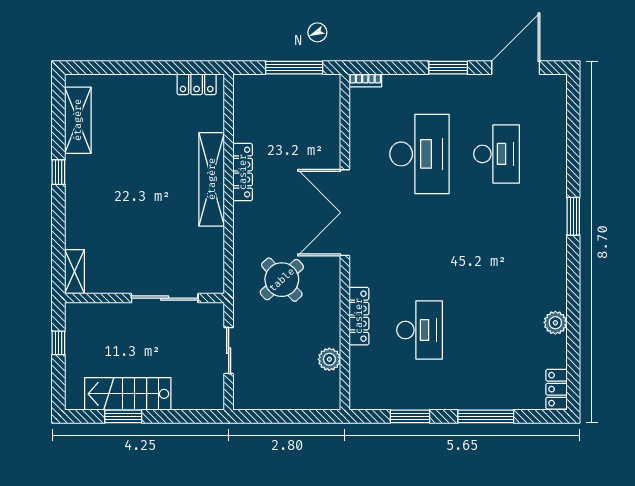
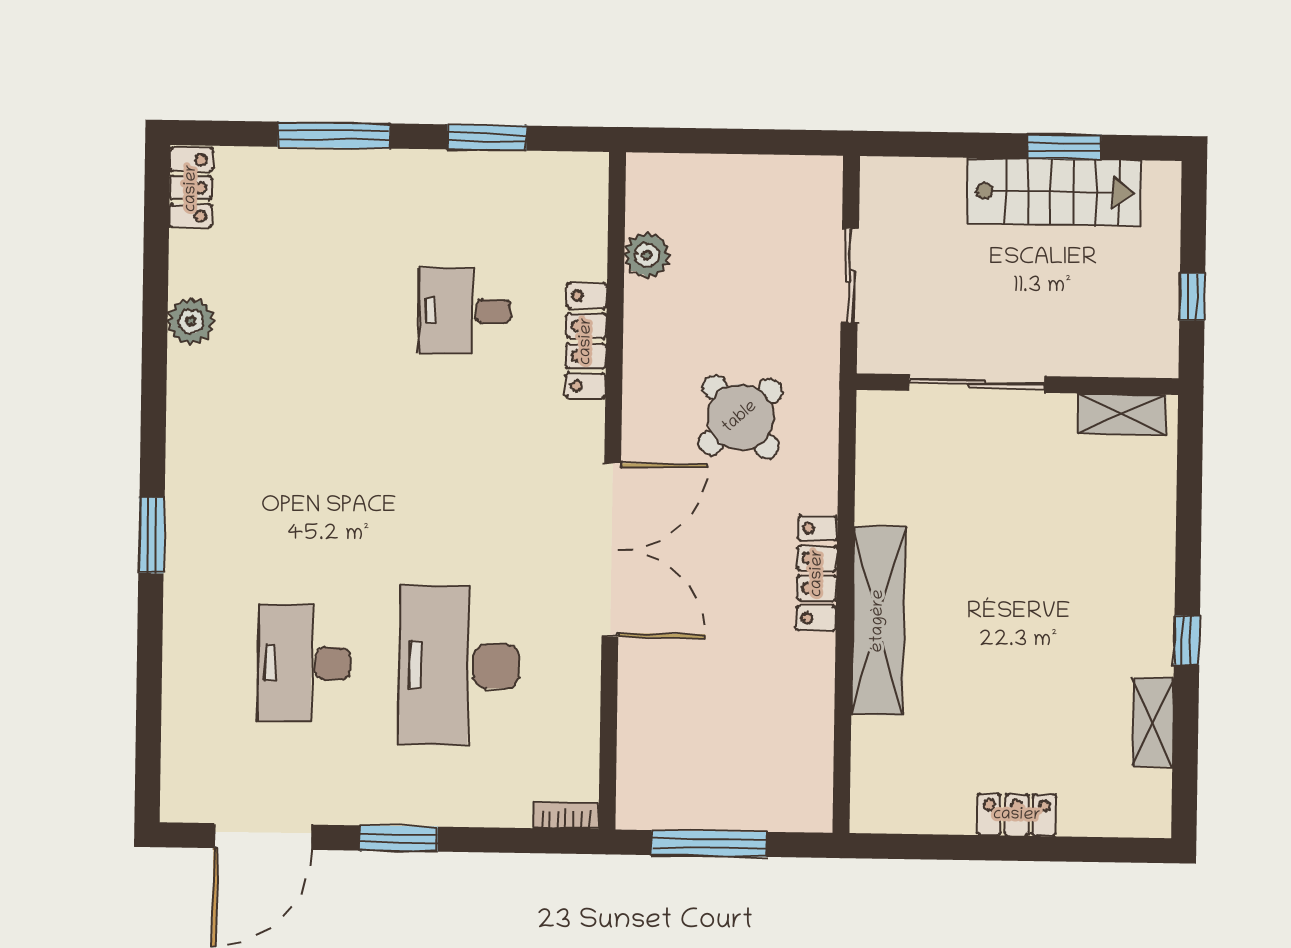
locker: (197, 84) -> (1017, 815), moved
shelving: (78, 120) -> (1153, 722), width x0.67, depth x0.75
locker: (243, 172) -> (817, 573), moved
shelving: (75, 271) -> (1122, 414), moved, turned 90
desk: (420, 330) -> (465, 311), width x0.73

